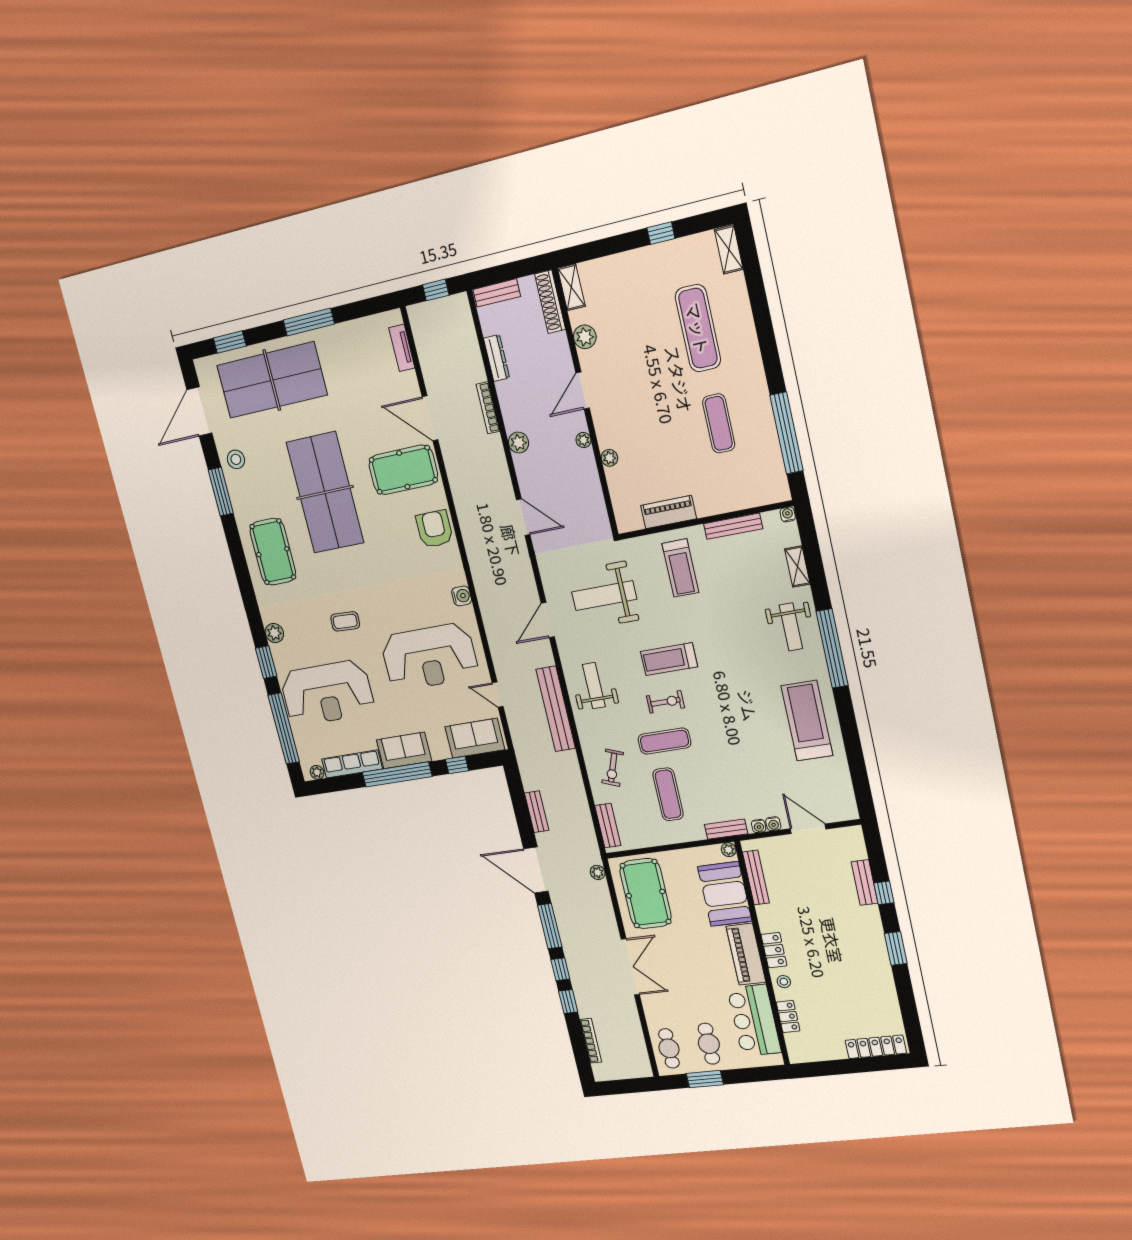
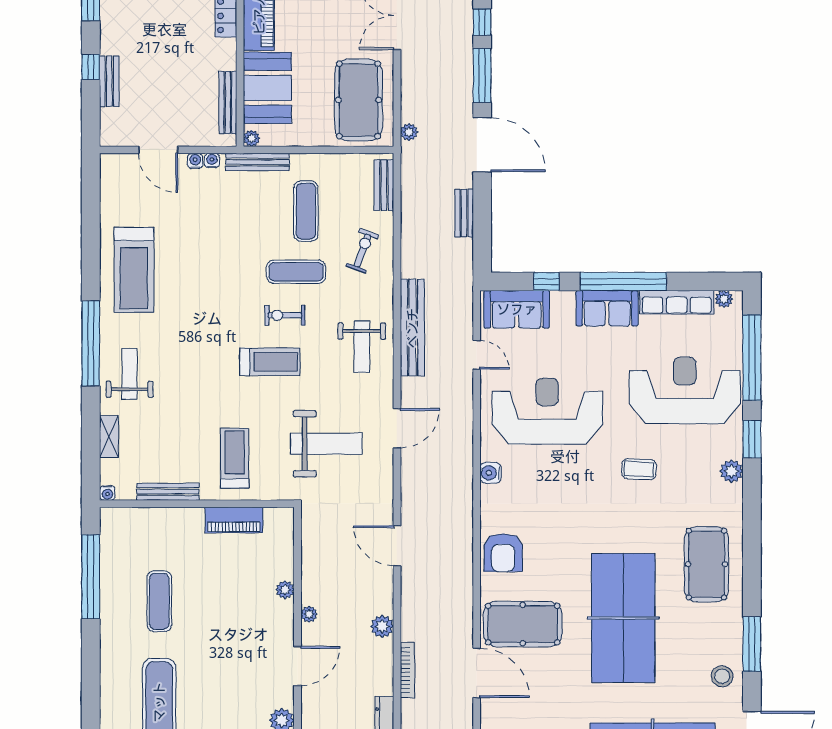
bench: (726, 829) -> (258, 162), width x1.36

